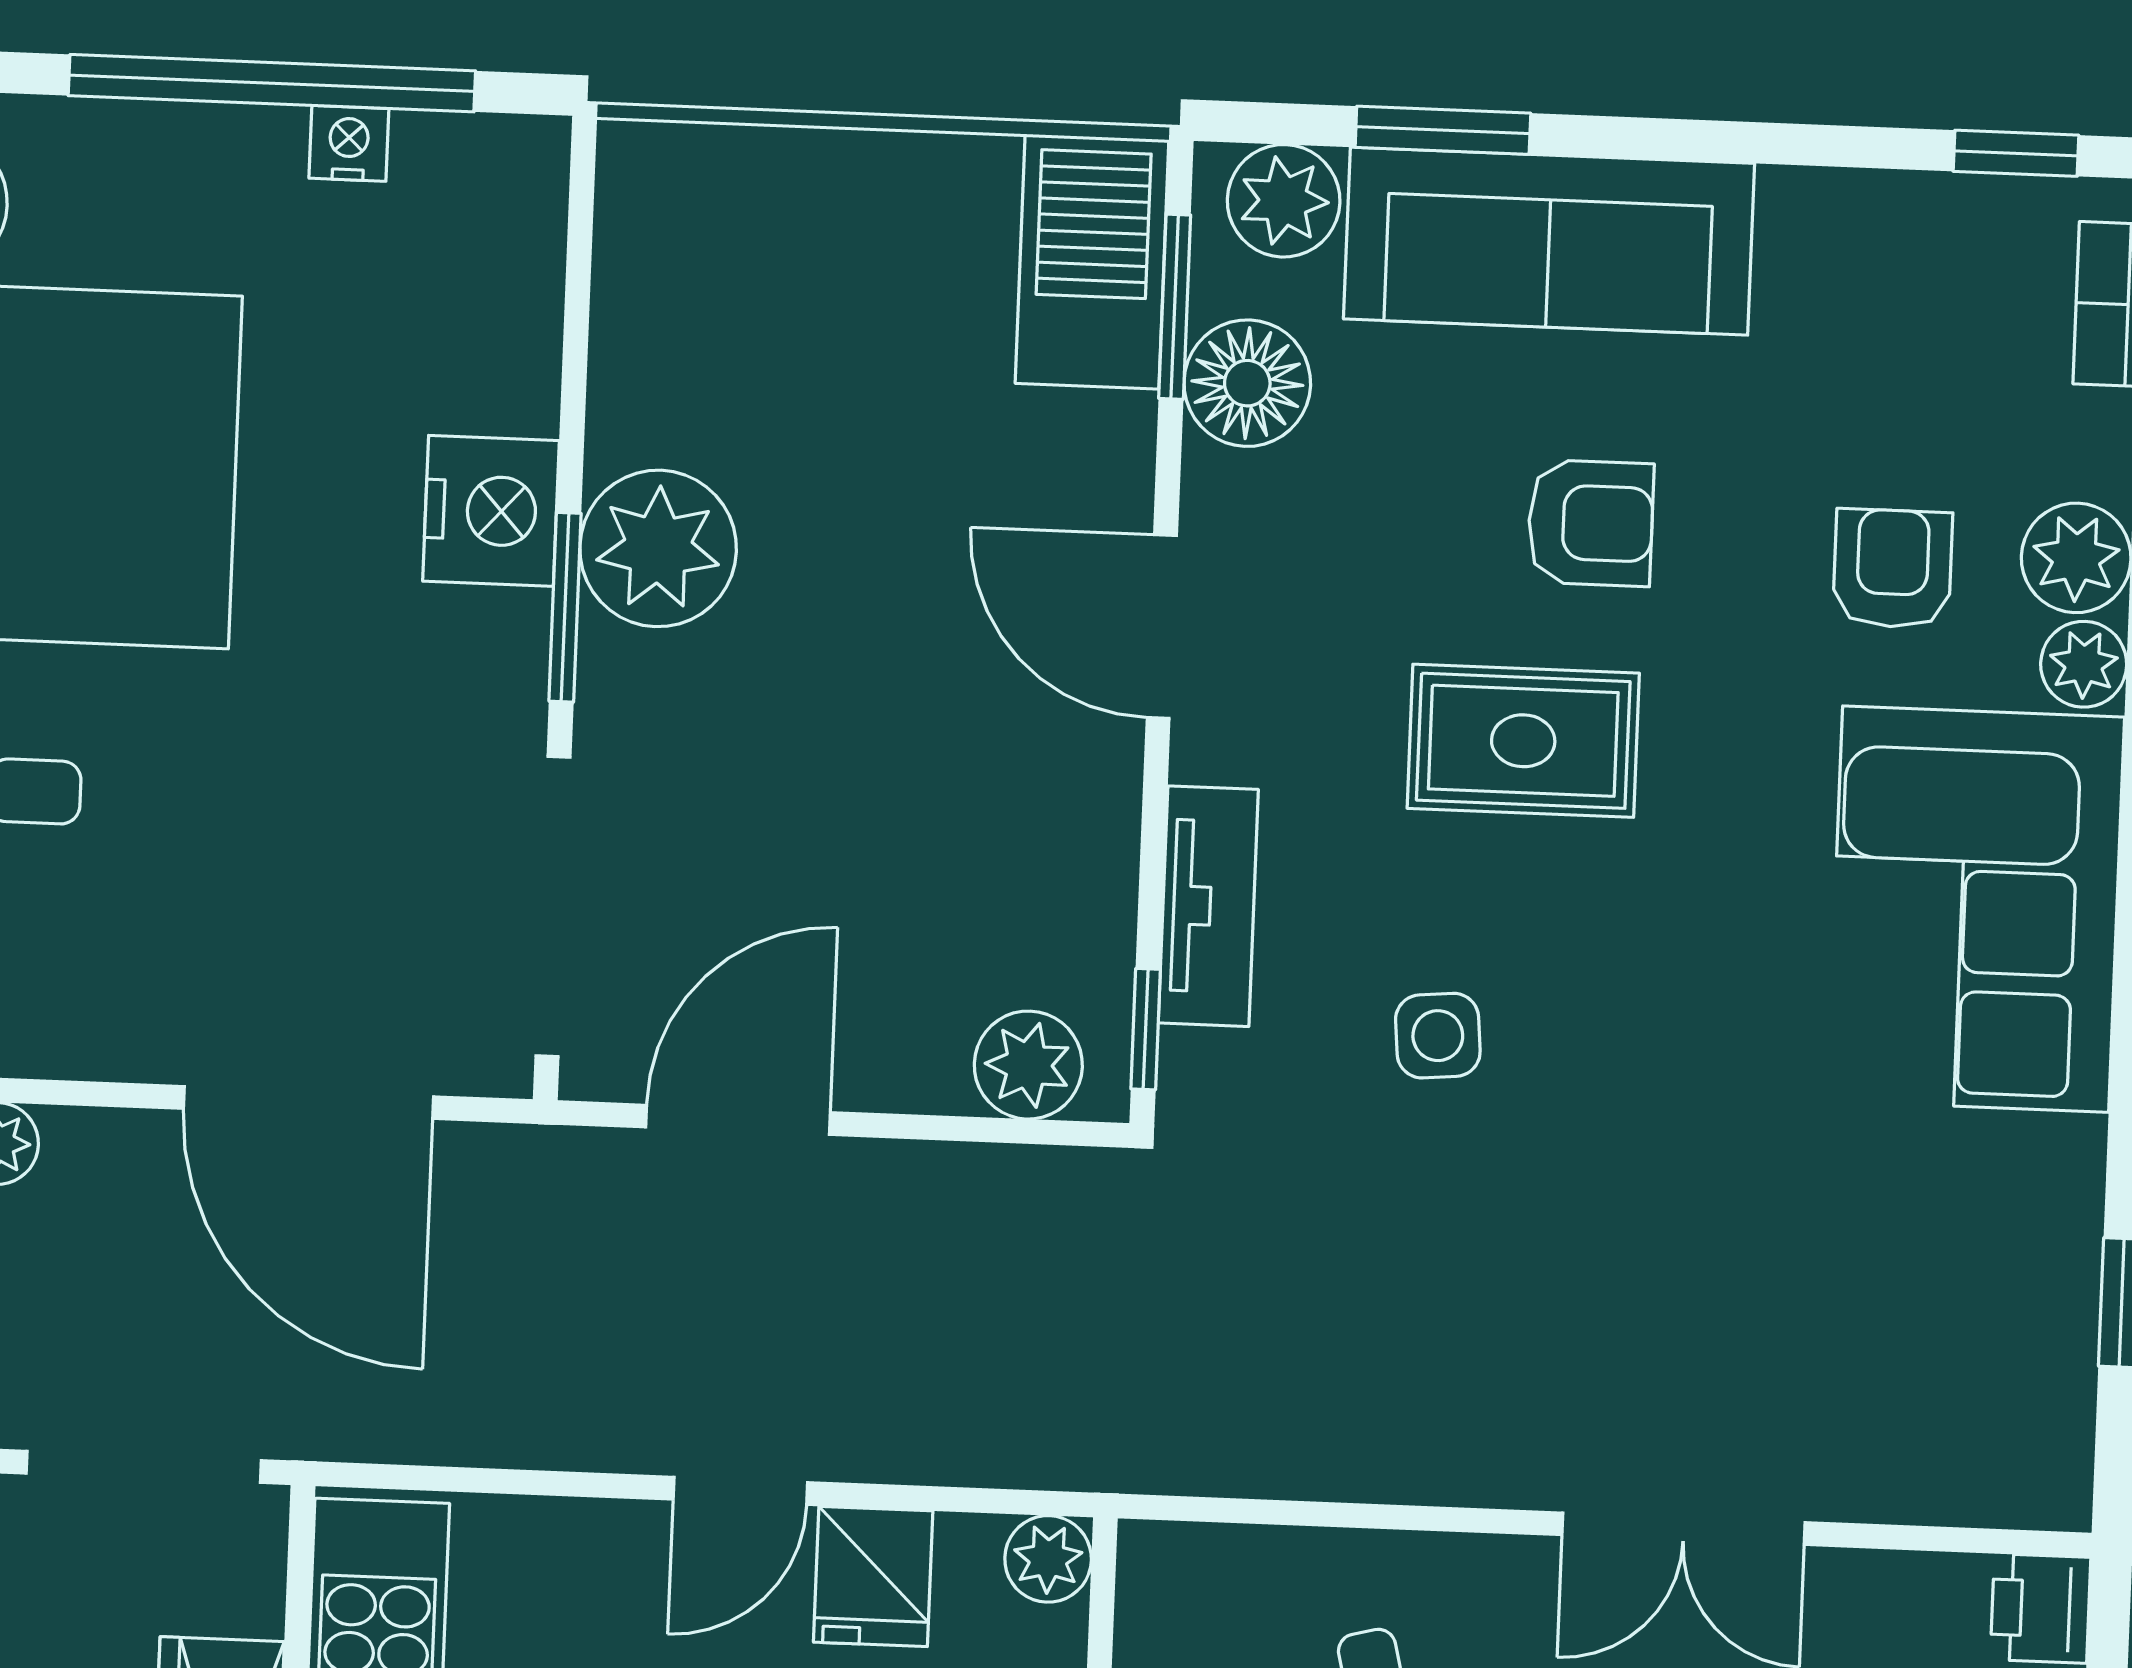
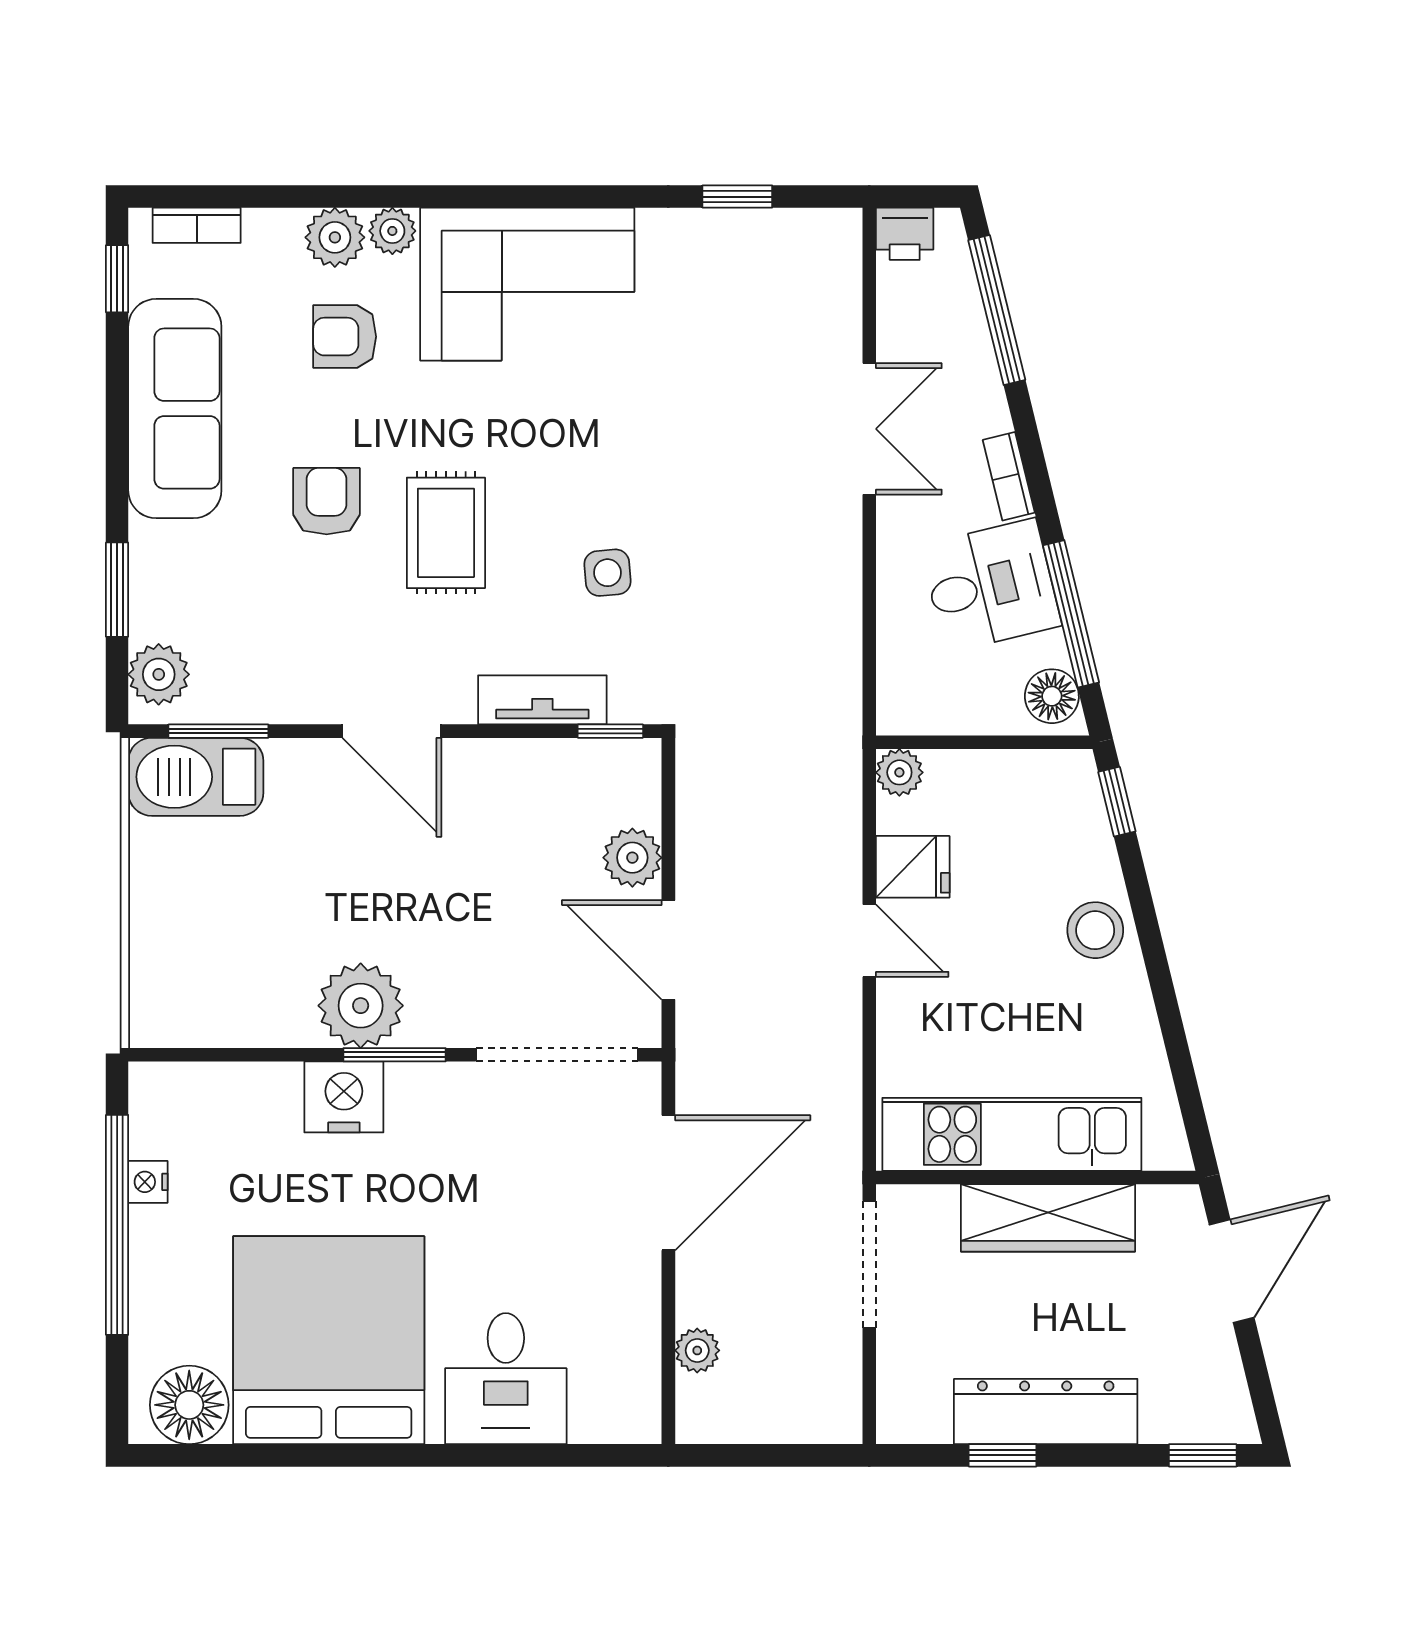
sofa: (1549, 241) -> (175, 409), moved
floor lamp: (1247, 383) -> (258, 690), removed
door: (1162, 626) -> (392, 731), hinge flipped
plant: (1028, 1065) -> (632, 858), moved

